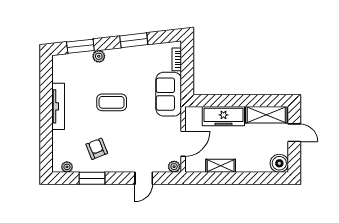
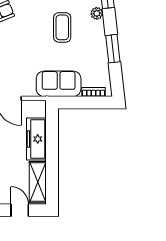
coffee table: (112, 102) -> (62, 27), moved
door: (294, 133) -> (20, 210), swing flipped

